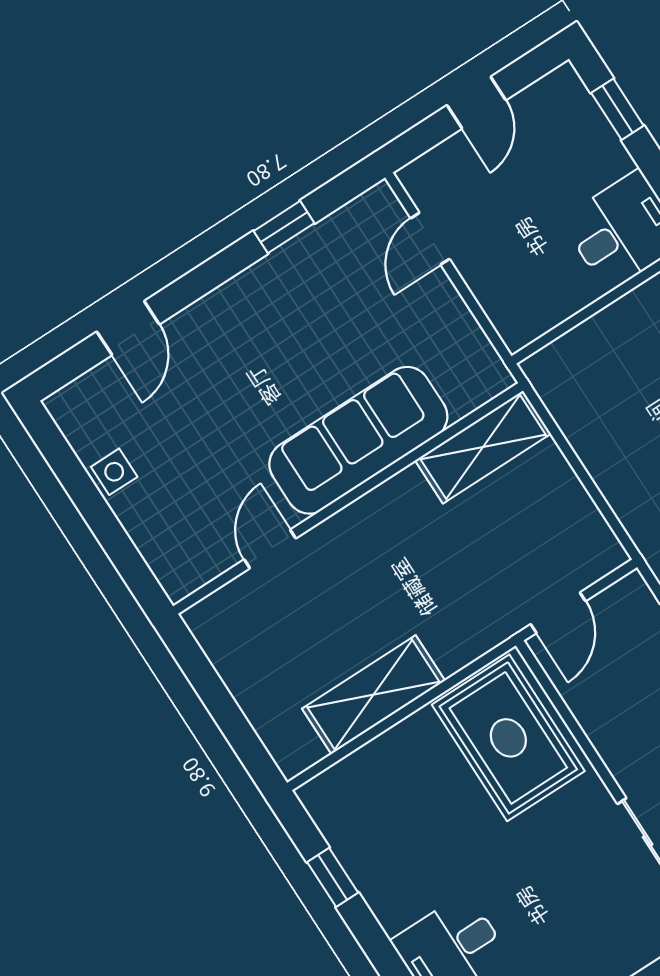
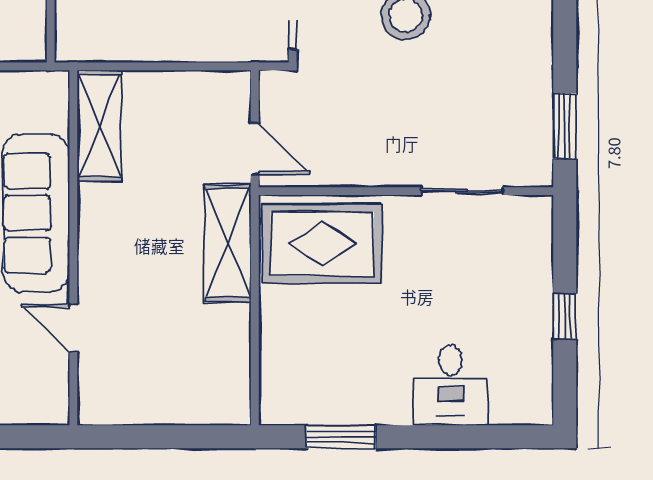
shelving: (374, 695) -> (228, 243), moved
window: (333, 877) -> (341, 437), width x1.50

